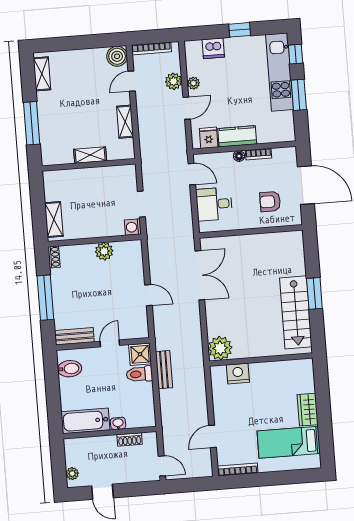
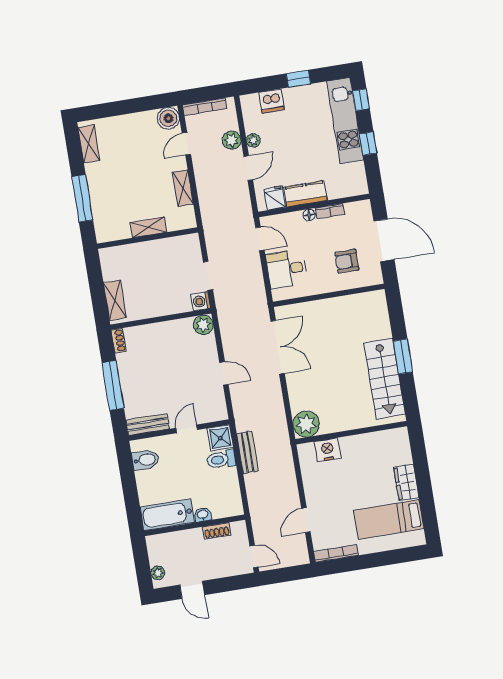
window: (299, 95) -> (368, 143), width x0.67
plant: (104, 251) -> (203, 325), moved

